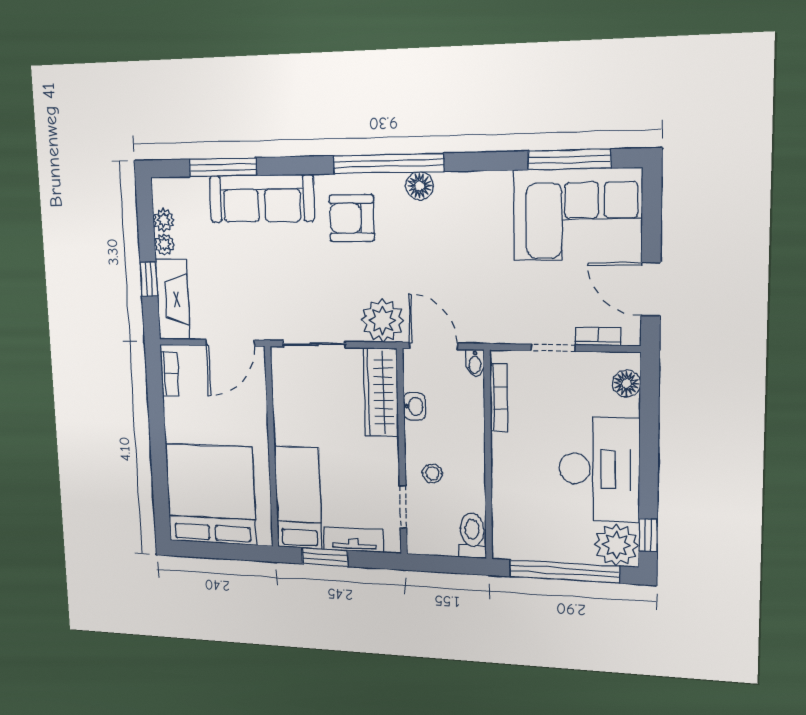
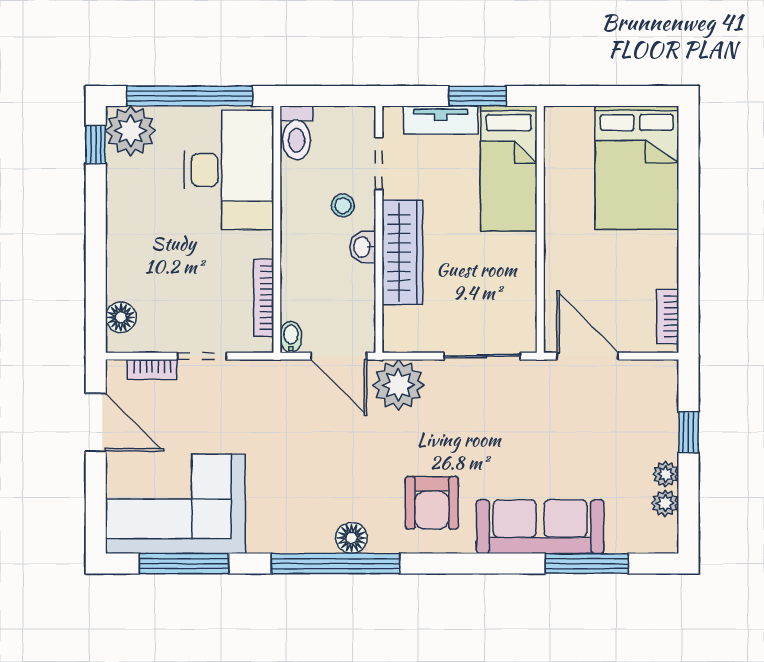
window: (388, 164) -> (336, 564), moved
armchair: (352, 218) -> (432, 503), turned 90
fireplace: (173, 300) -> (659, 408), removed
door: (230, 343) -> (588, 356), hinge flipped
wardrobe: (381, 392) -> (402, 252), moved
washbasin: (414, 406) -> (363, 247), moved
desk: (599, 469) -> (229, 170), moved, turned 180
bed: (211, 494) -> (637, 168), width x0.73

